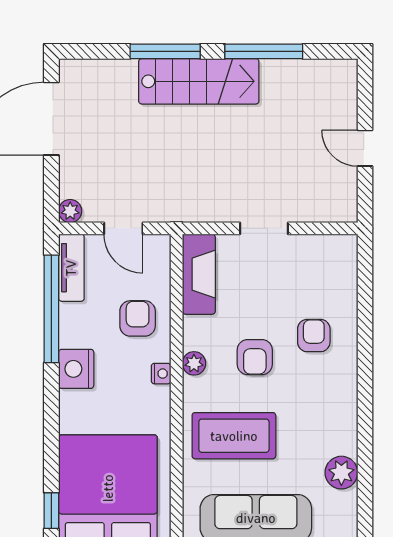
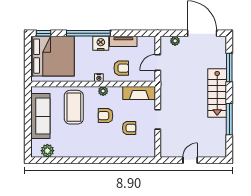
window: (165, 51) -> (229, 67), moved
plant: (70, 211) -> (175, 41), moved
tv unit: (71, 268) -> (123, 41), moved
window: (51, 309) -> (88, 33), moved
armchair: (314, 336) -> (129, 128), moved
plant: (341, 473) -> (47, 151), moved

